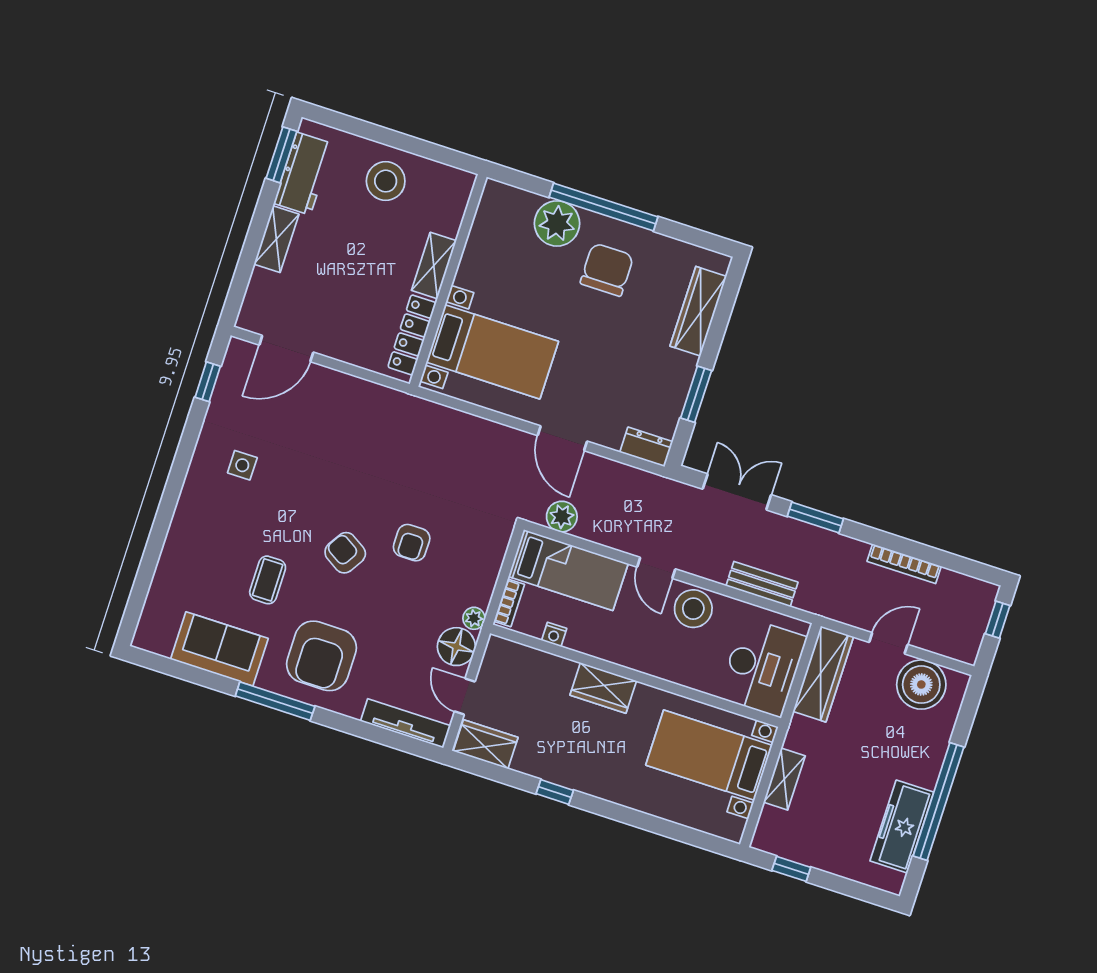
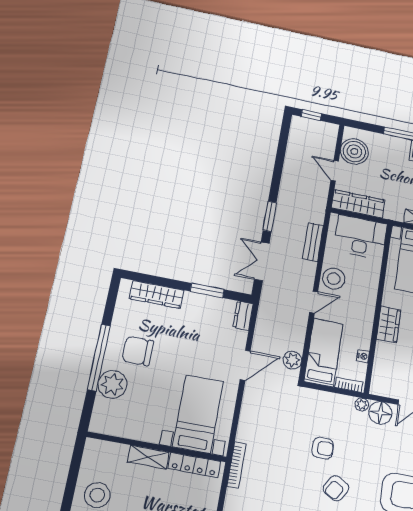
bookcase: (904, 564) -> (236, 465), moved

